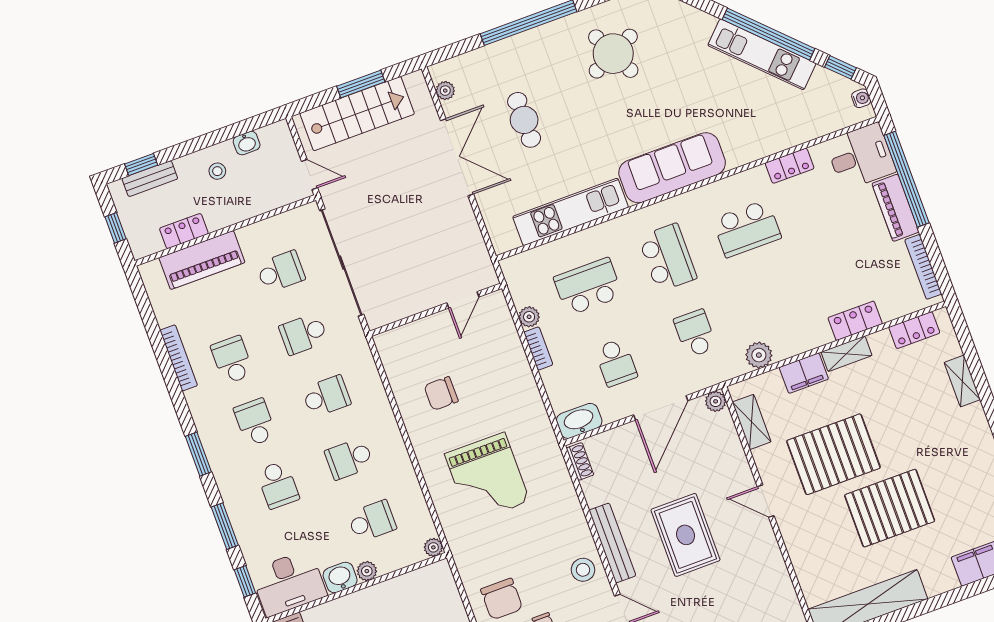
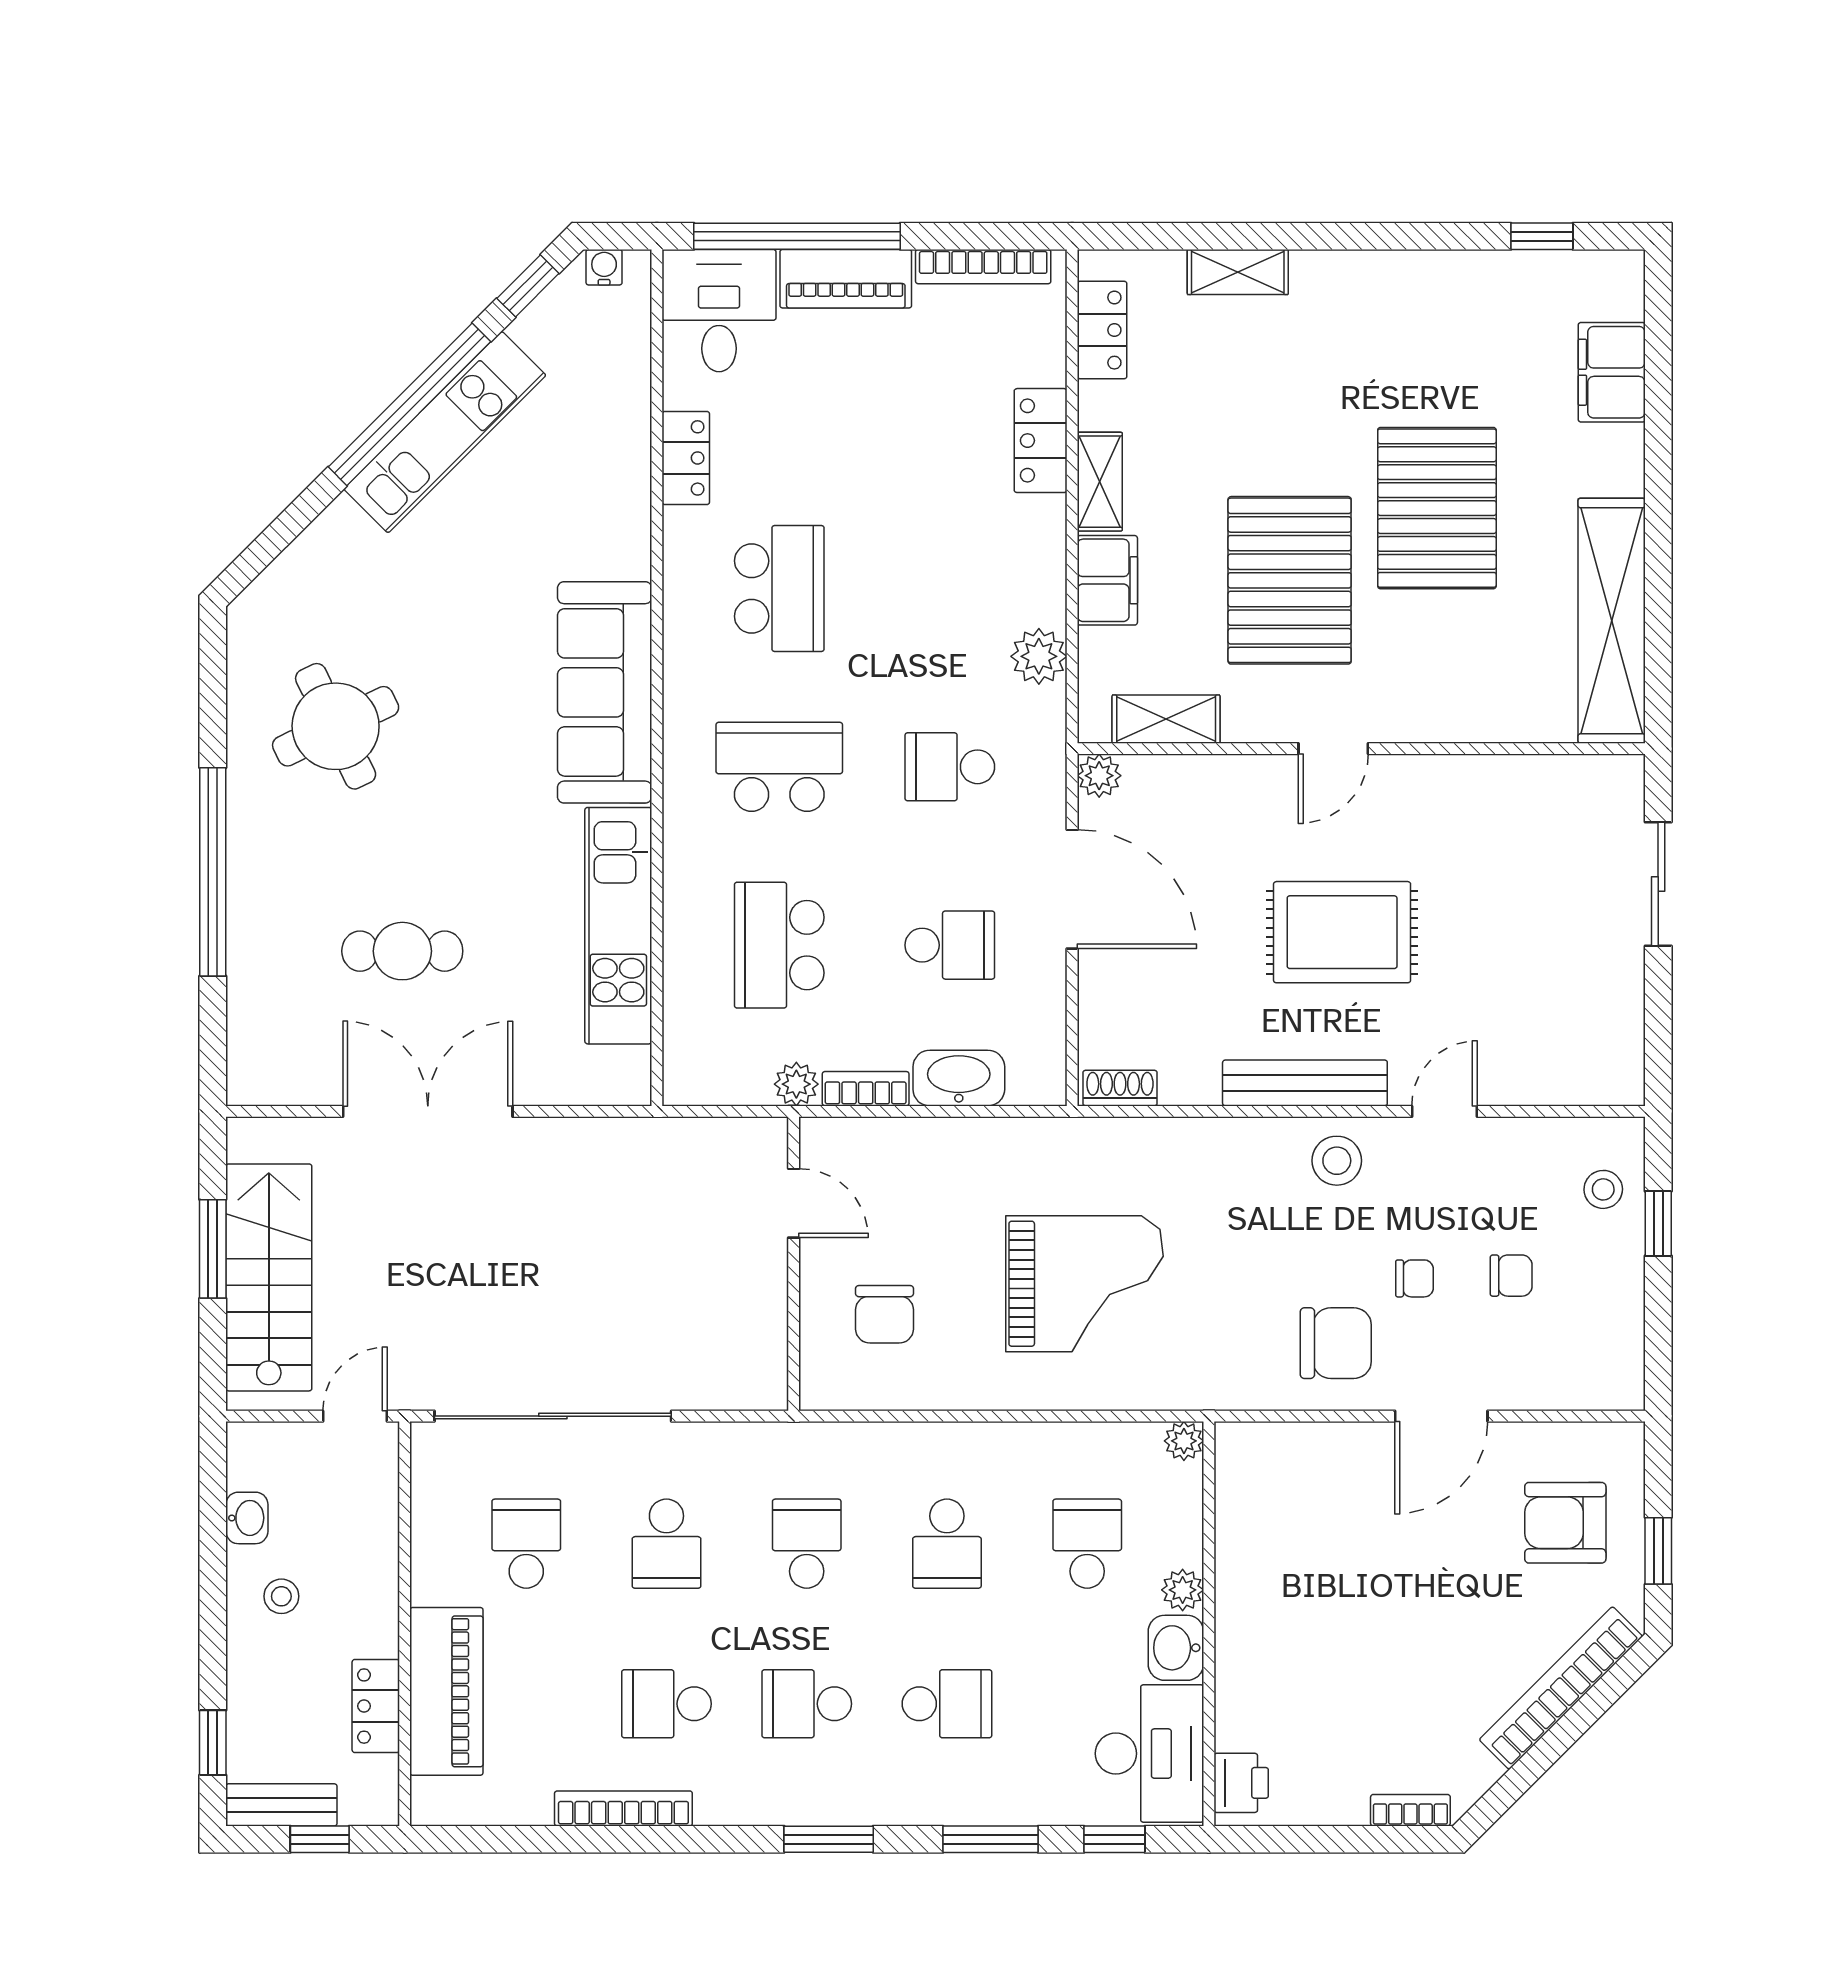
plant: (445, 91) -> (287, 1086), removed
bench: (150, 179) -> (281, 1805), moved, turned 90
door: (463, 300) -> (794, 1203), moved
wall: (436, 310) -> (794, 1264), moved
washbasin: (579, 421) -> (959, 1078), moved, turned 90

